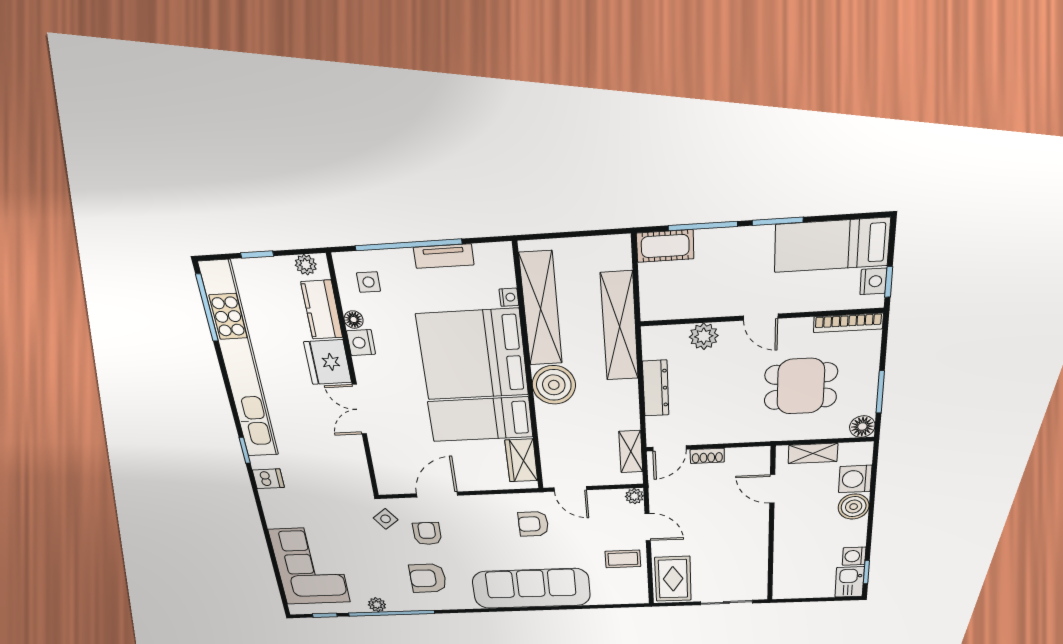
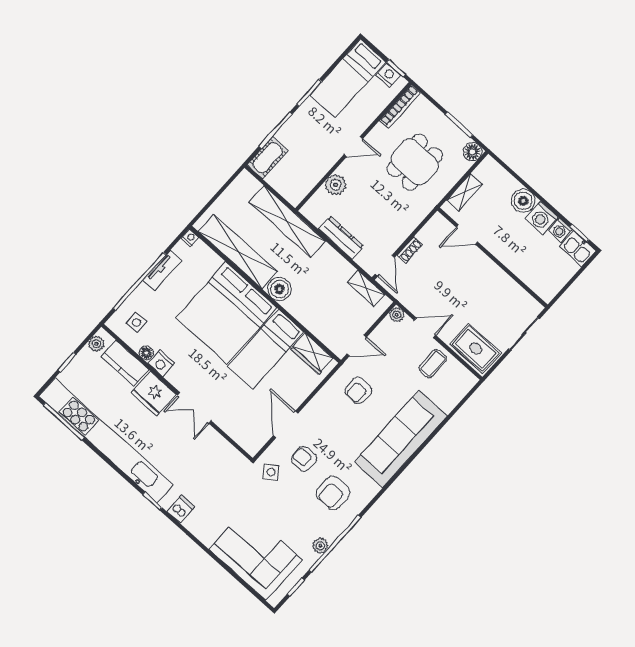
nightstand: (509, 297) -> (190, 238), moved
boiler: (554, 385) -> (280, 289), width x0.73, depth x0.73
washing machine: (855, 479) -> (542, 218), moved

